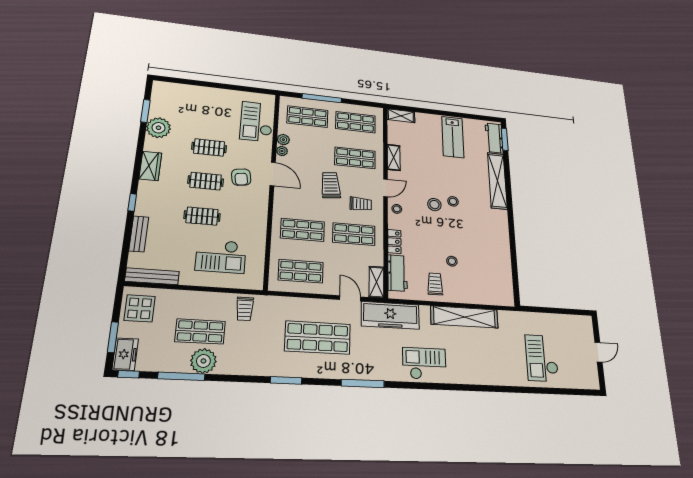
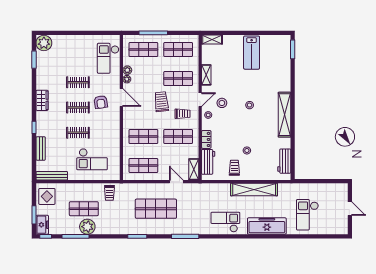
plant: (158, 128) -> (44, 43), moved
workbench: (494, 138) -> (284, 161), moved
shelving: (497, 181) -> (284, 115), moved
stool: (434, 205) -> (222, 103), moved
freezer: (390, 315) -> (267, 226), moved, turned 180
door: (599, 352) -> (350, 209), hinge flipped

